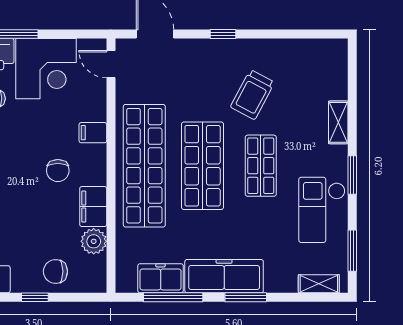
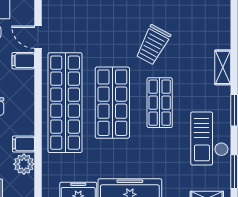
door: (111, 64) -> (38, 37), moved
filing cabinet: (93, 133) -> (23, 61), moved
filing cabinet: (93, 207) -> (23, 144), width x0.50

